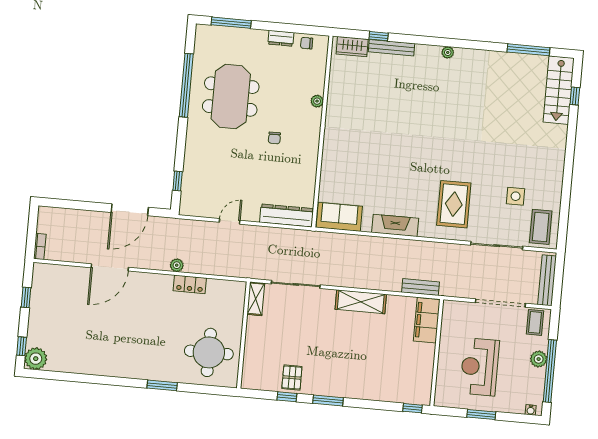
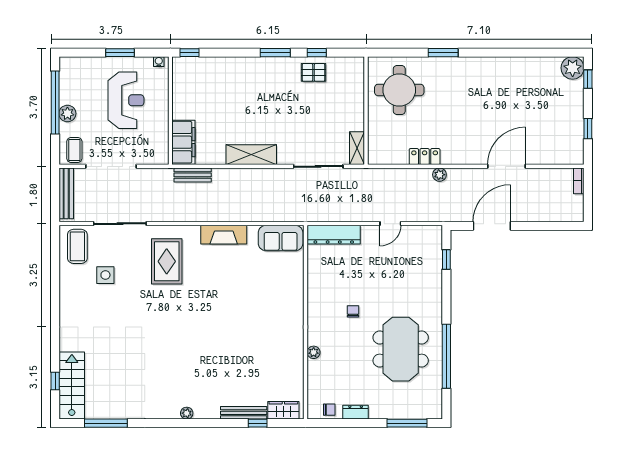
pallet: (292, 378) -> (313, 72), turned 90
water cooler: (531, 410) -> (159, 62), moved

